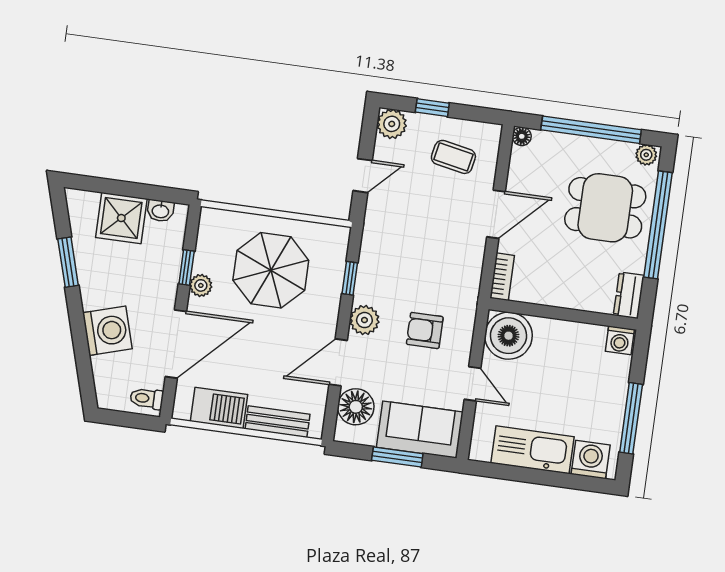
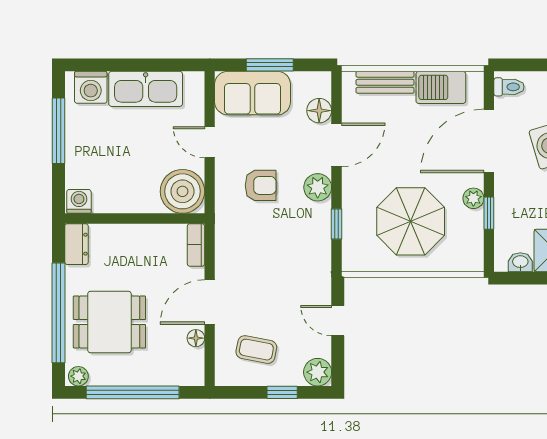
floor lamp: (522, 136) -> (196, 338), moved
door: (363, 176) -> (338, 321), hinge flipped
floor lamp: (356, 407) -> (319, 111), width x0.73, depth x0.73

